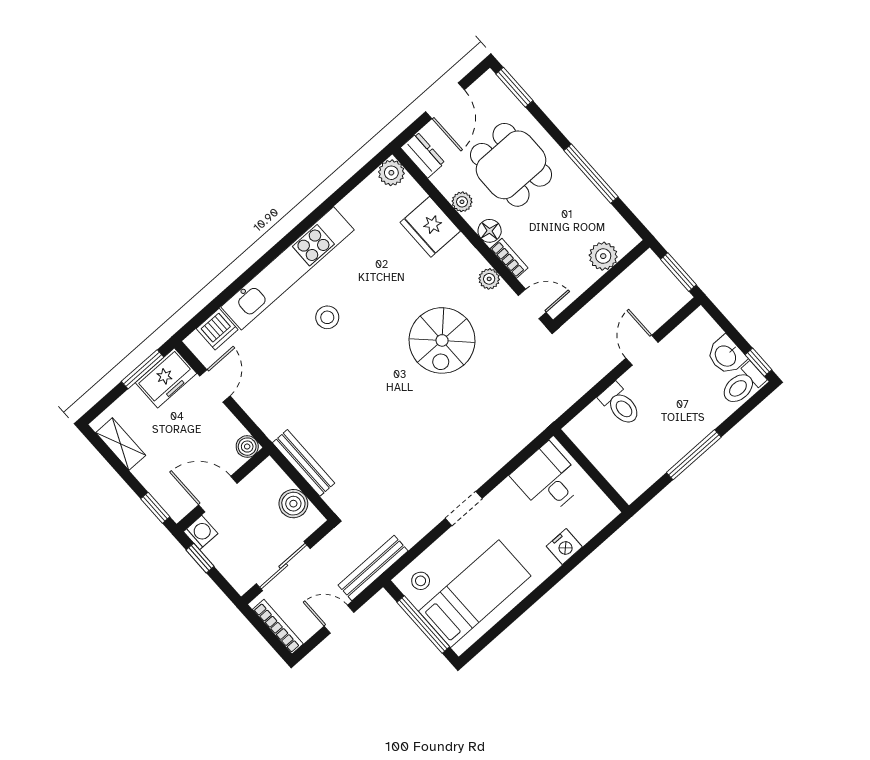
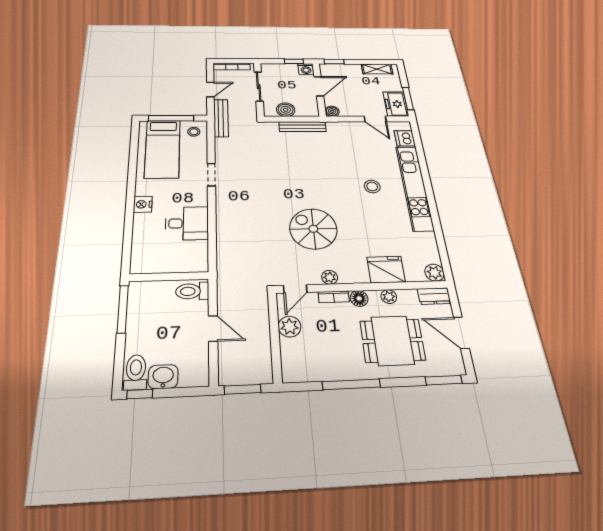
plant: (603, 256) -> (290, 327), moved
wall: (591, 471) -> (169, 277), moved

